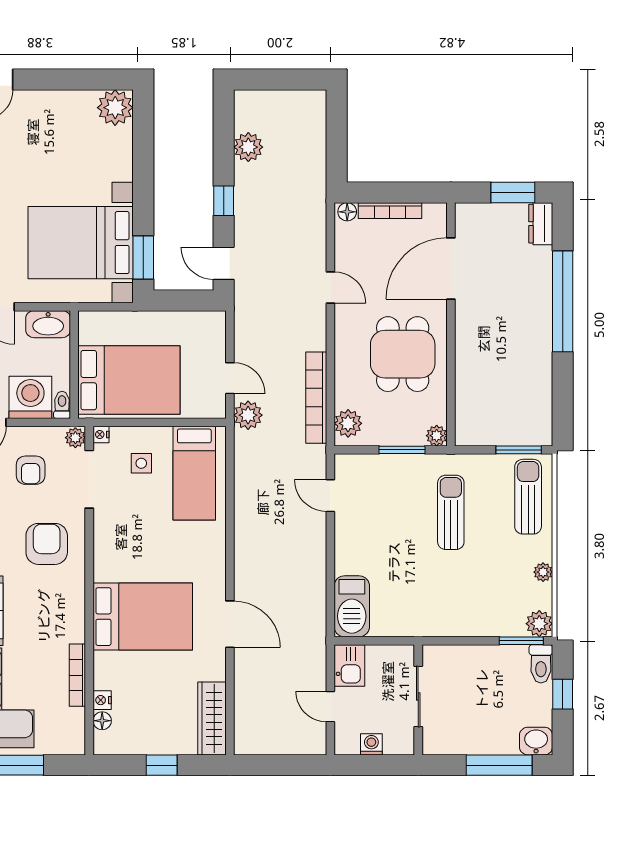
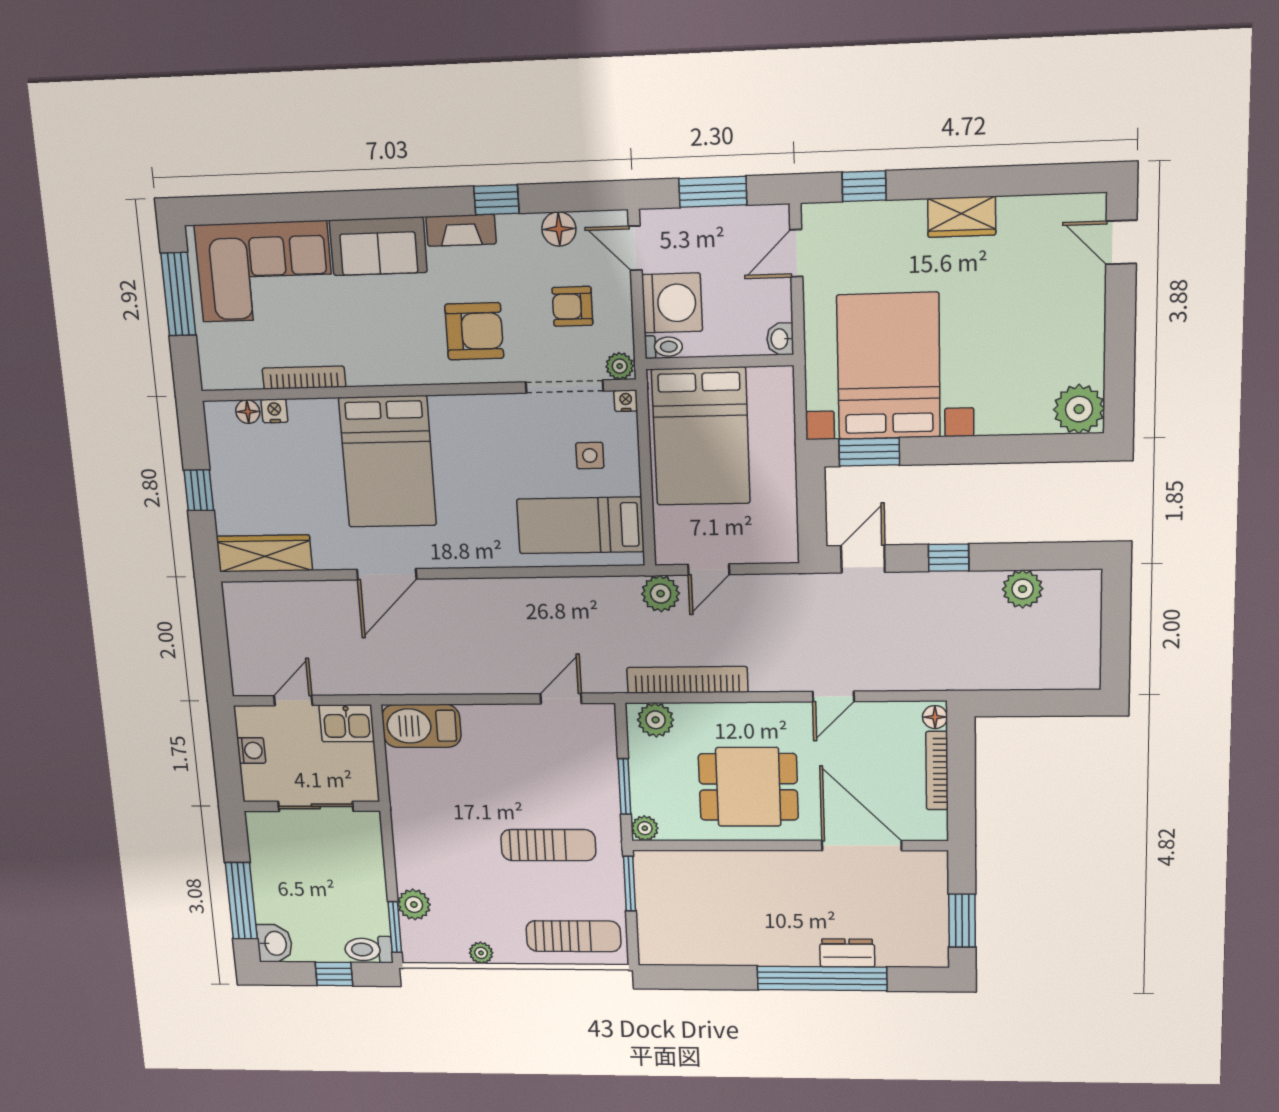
dresser: (541, 224) -> (847, 953), moved
washbasin: (48, 324) -> (780, 339), width x0.52, depth x0.69
window: (519, 450) -> (629, 884), moved
plant: (539, 624) -> (414, 905), moved

